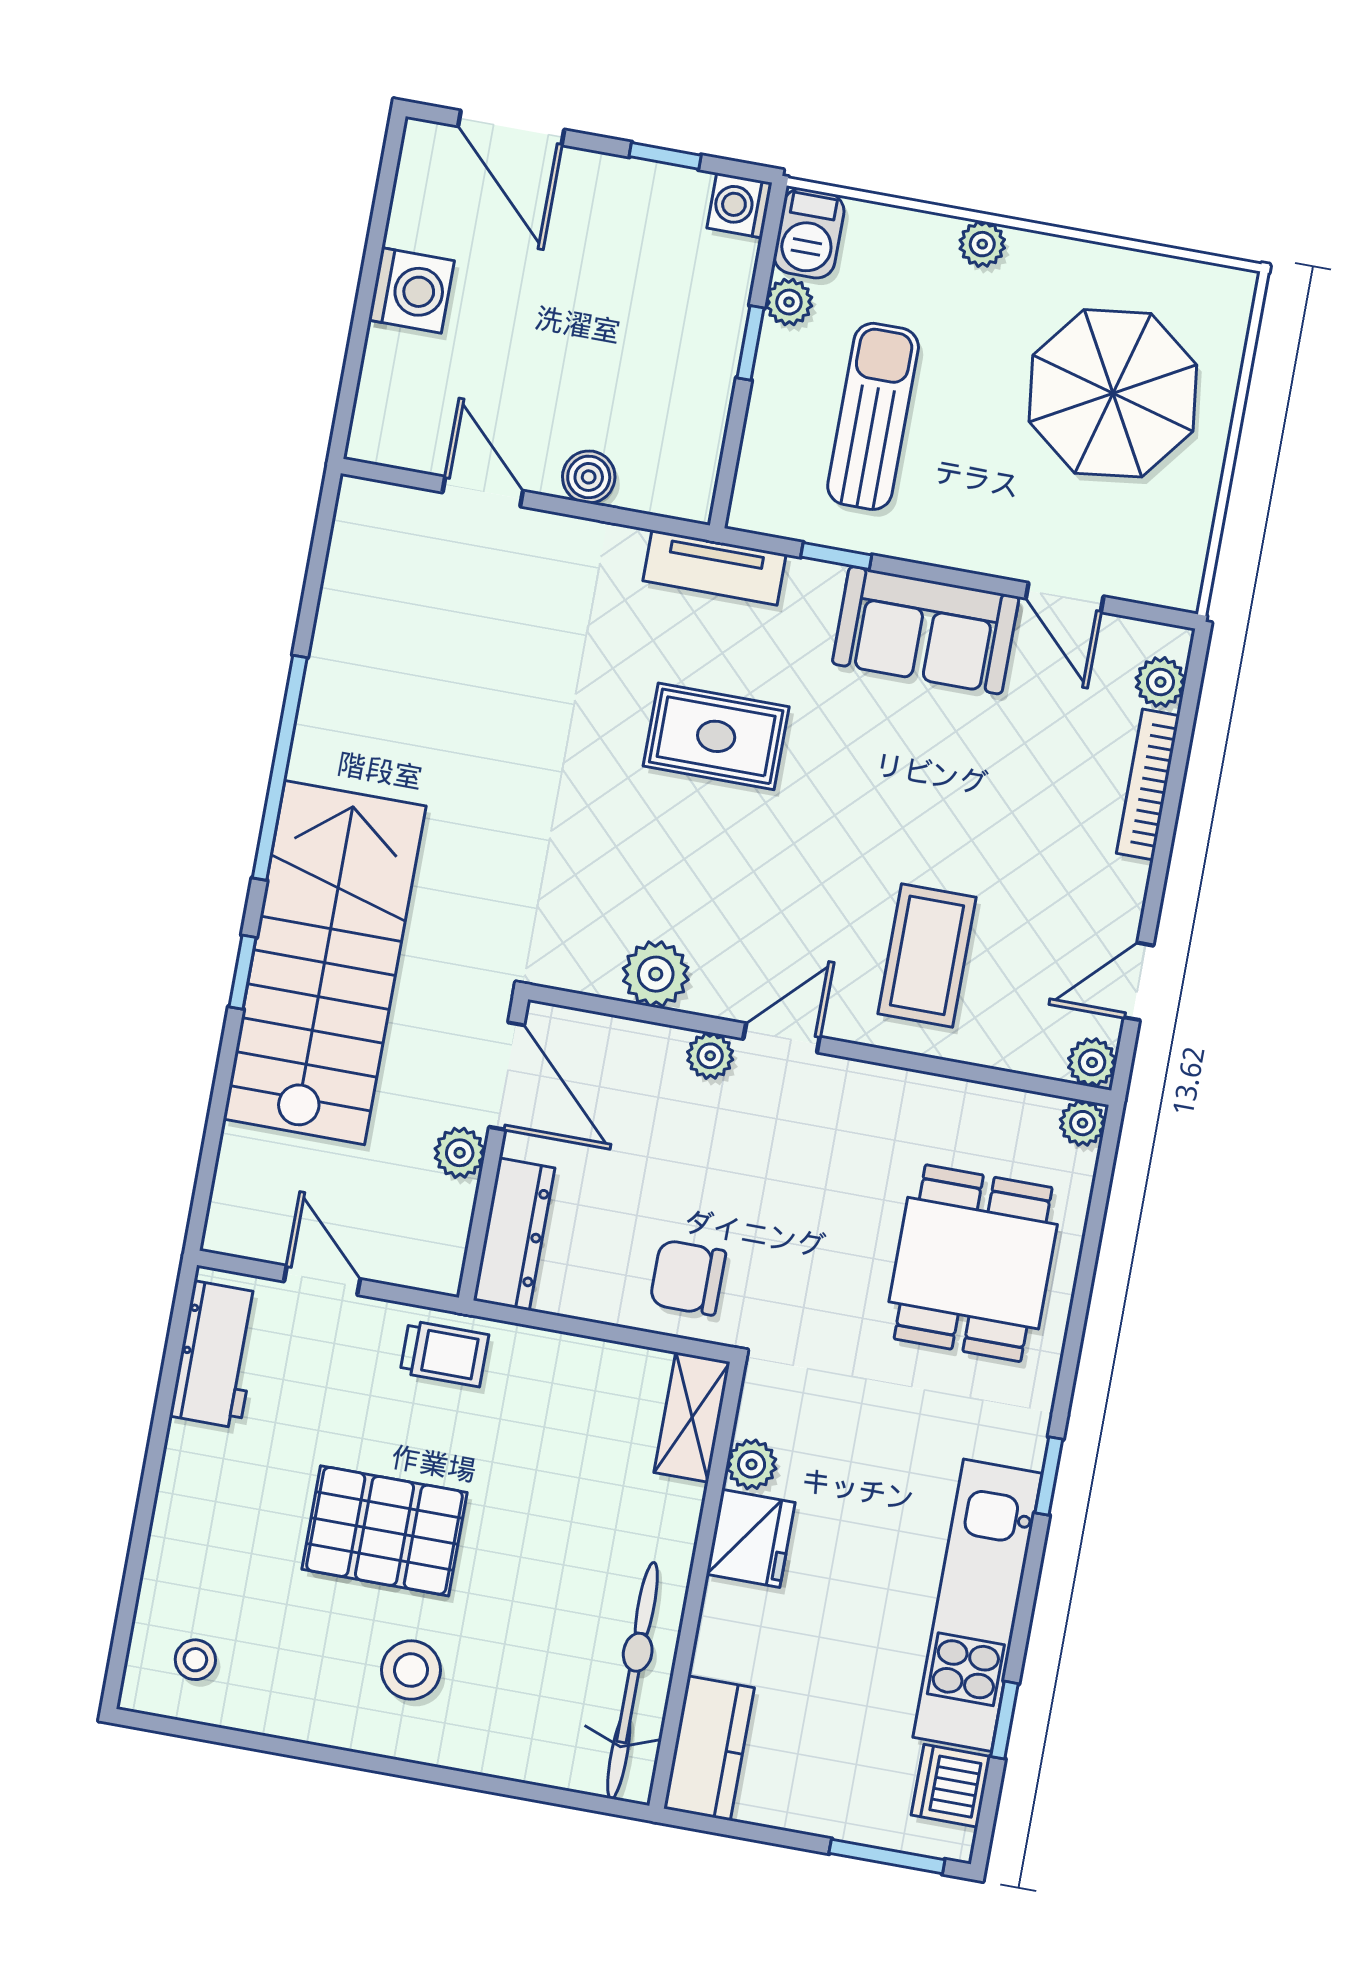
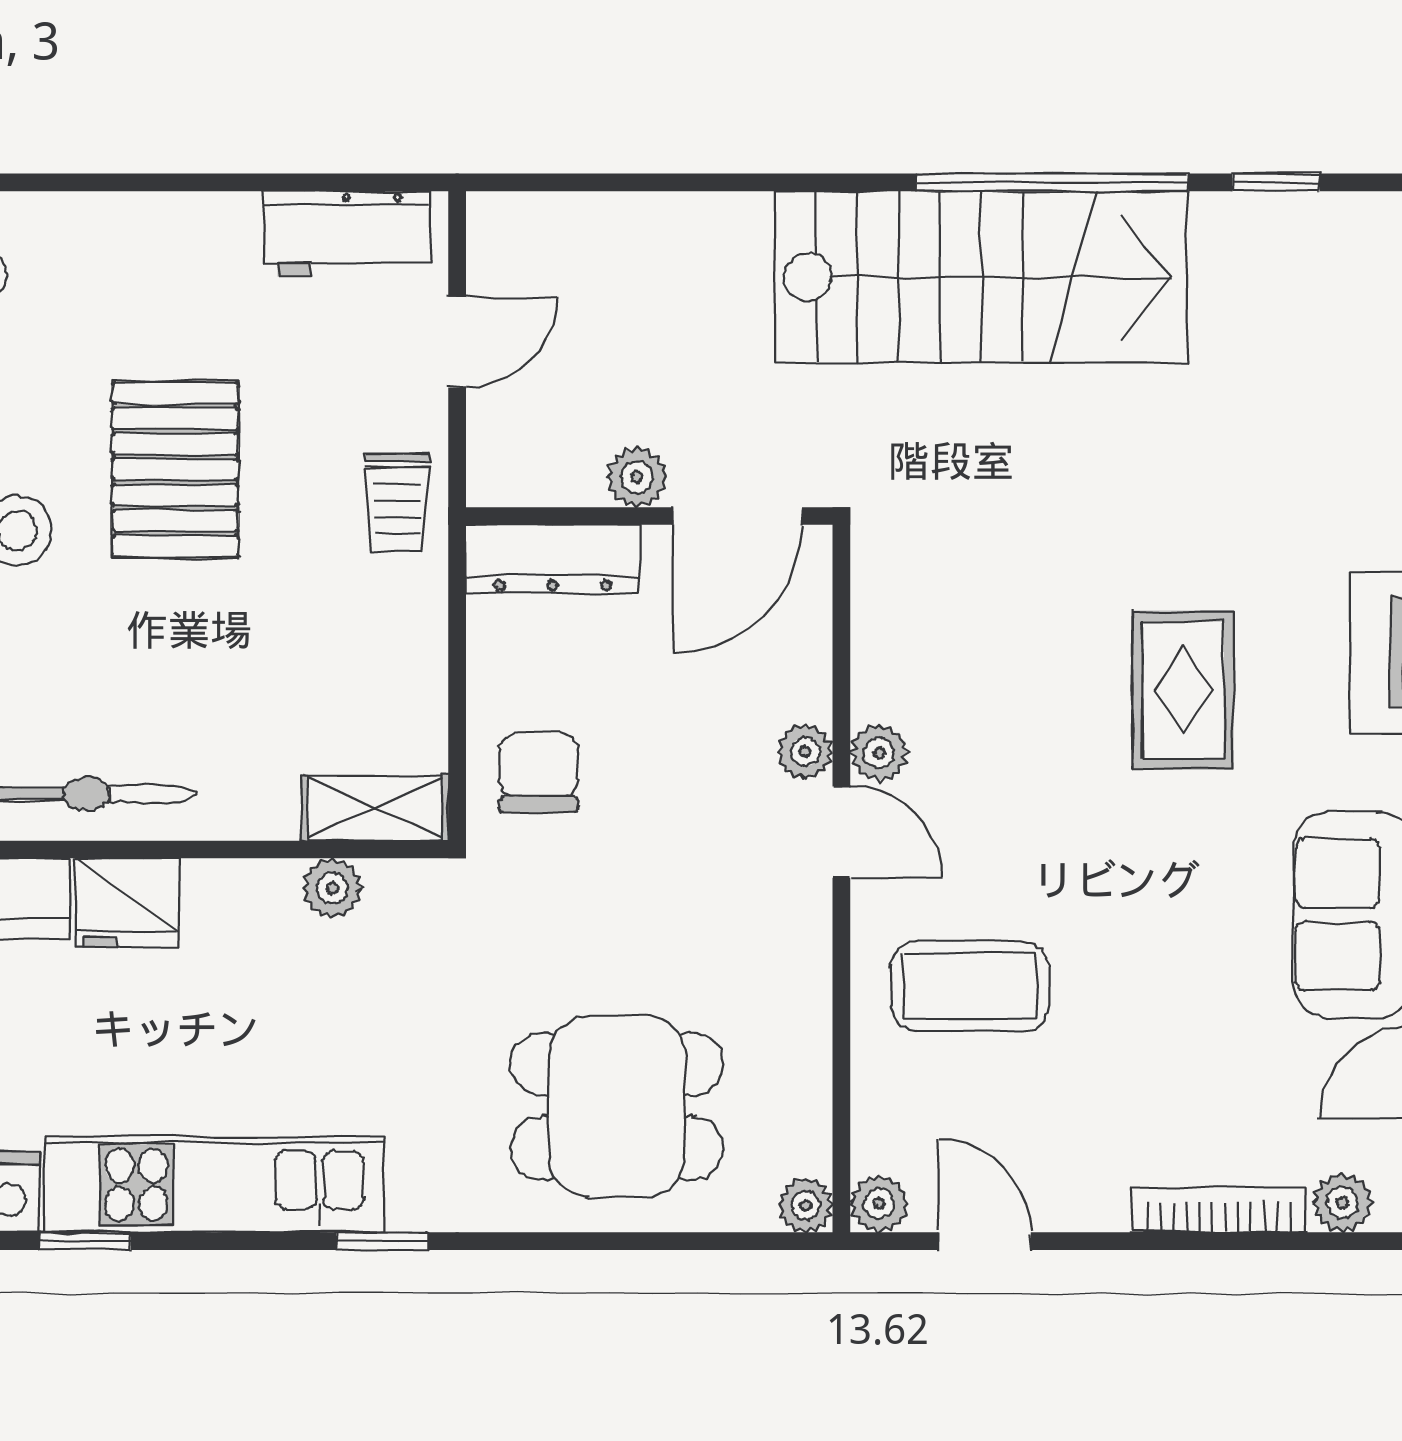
stairs: (325, 963) -> (981, 277), moved
window: (243, 972) -> (1276, 182), moved
plant: (656, 974) -> (879, 753), moved, width x0.73, depth x0.73
fridge: (751, 1538) -> (127, 903), moved

